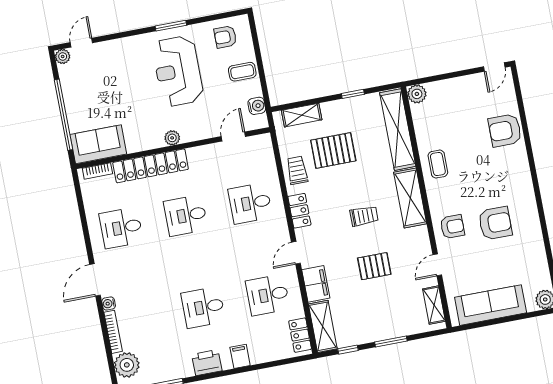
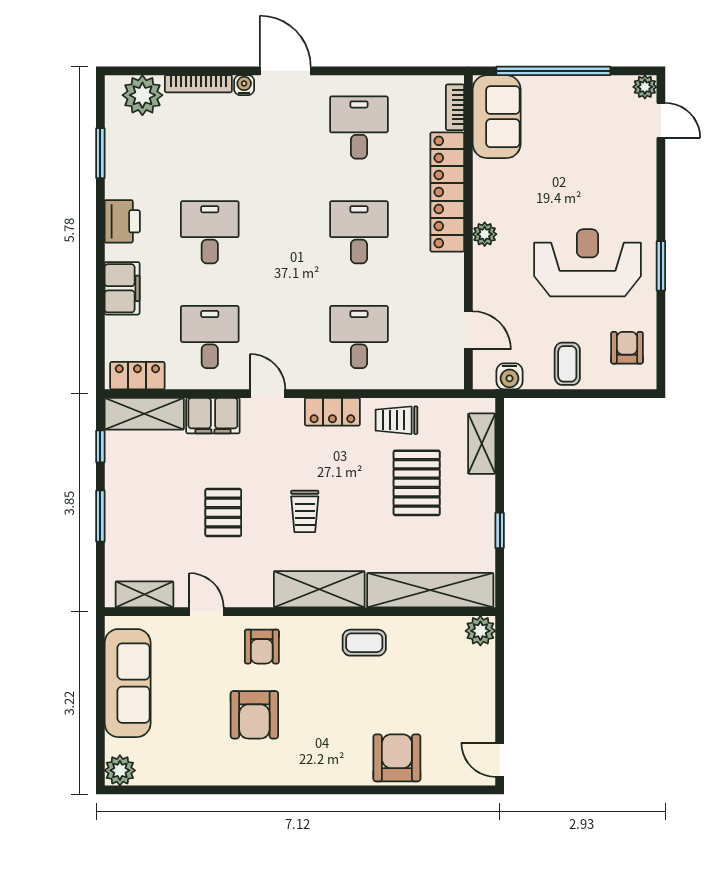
trolley: (297, 170) -> (396, 420), turned 180
filing cabinet: (240, 356) -> (122, 288), width x2.00

